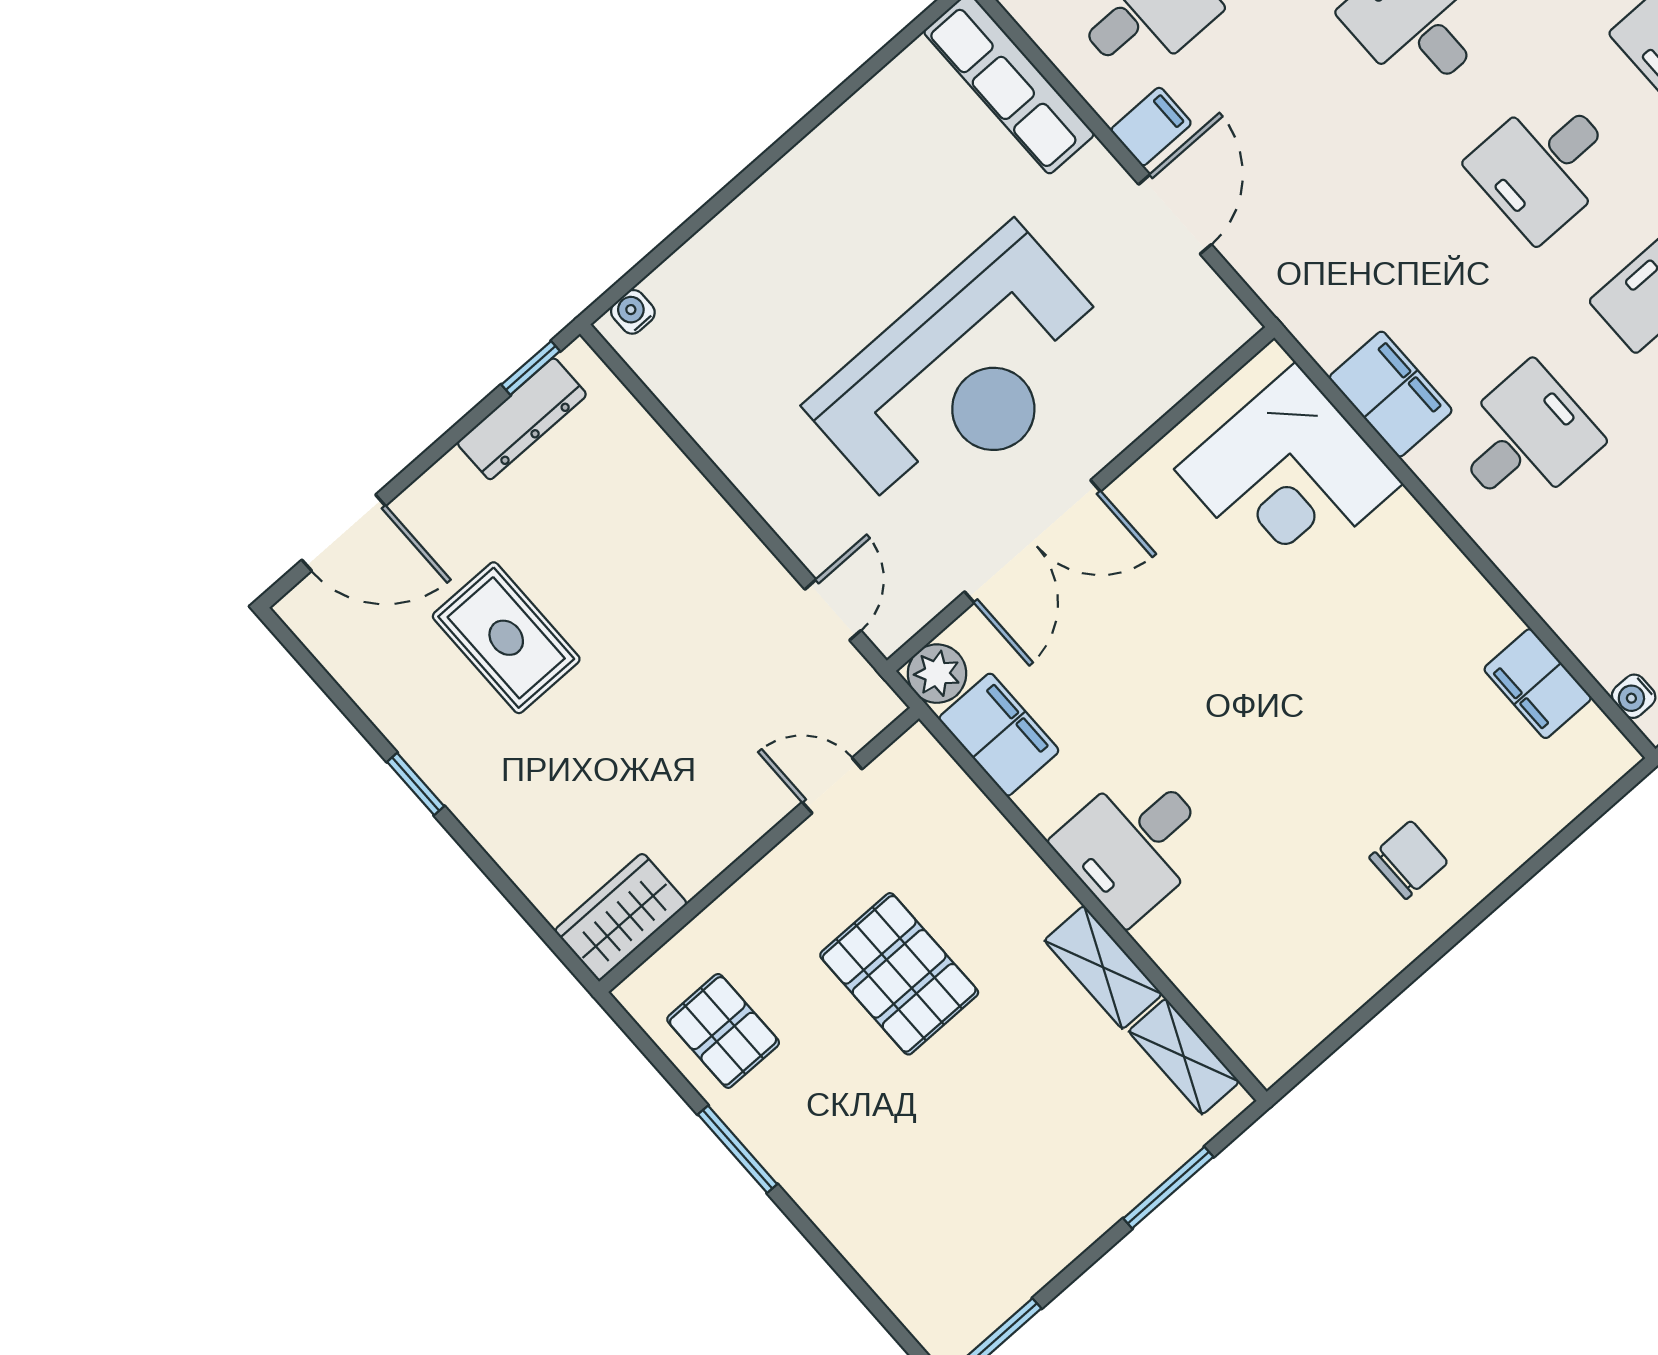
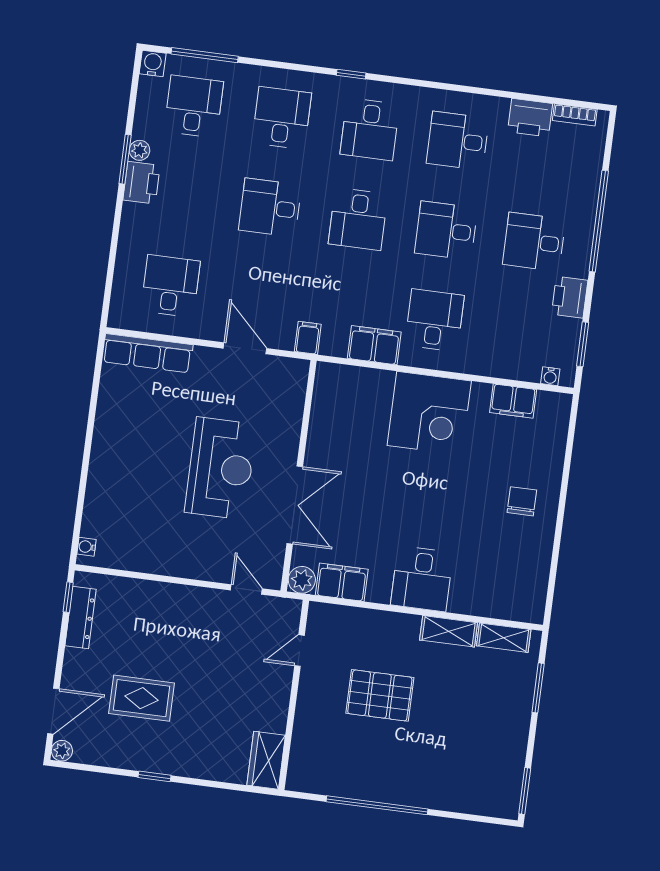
filing cabinet: (1151, 127) -> (308, 338), moved
reception desk: (964, 375) -> (221, 468), width x0.74, depth x0.77
corner desk: (1289, 476) -> (429, 413), moved
plant: (301, 610) -> (62, 751), added
pallet: (723, 1031) -> (336, 769), removed
window: (738, 1149) -> (377, 805), width x2.11

